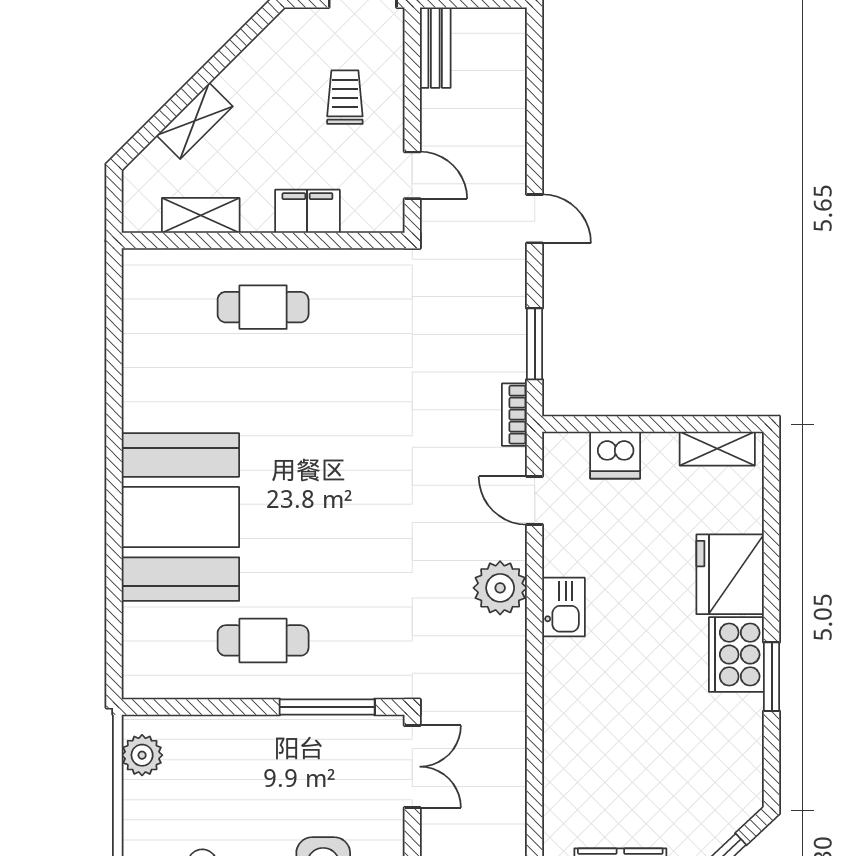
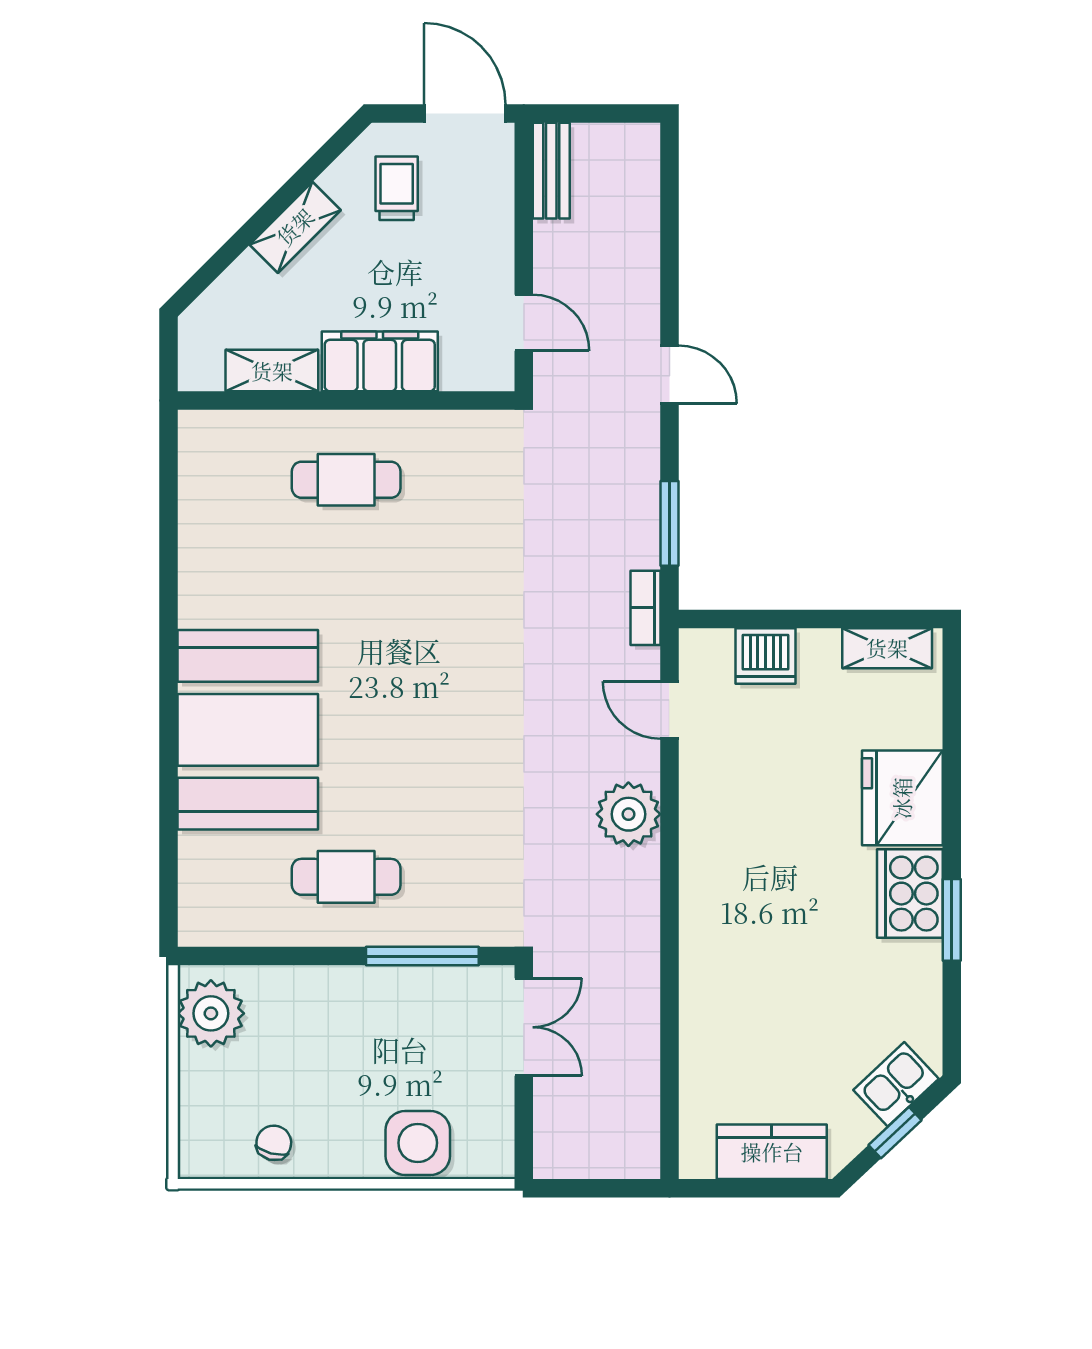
trolley: (345, 97) -> (397, 188), moved
shelving: (195, 121) -> (295, 227), moved
filing cabinet: (307, 211) -> (380, 361), width x1.50, depth x1.17
kitchen sink: (563, 607) -> (896, 1084), moved, turned -133
plant: (142, 755) -> (211, 1013), width x1.36, depth x1.36

